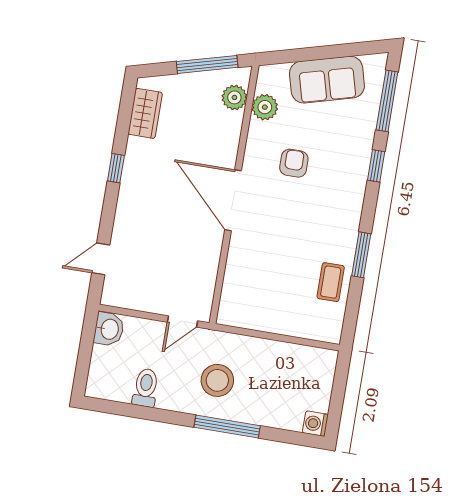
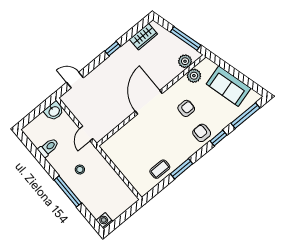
armchair: (346, 179) -> (202, 133), added
door: (183, 321) -> (86, 134), hinge flipped
stool: (217, 380) -> (80, 169), width x0.53, depth x0.53

